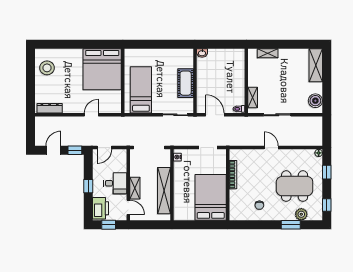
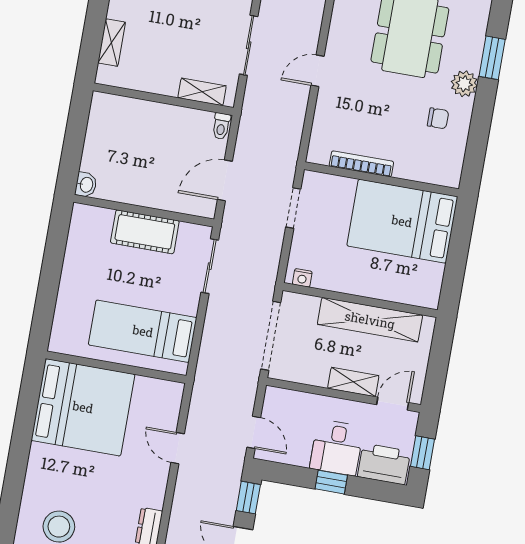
desk: (115, 183) -> (337, 448), moved, turned 180
plant: (301, 214) -> (464, 84), moved

